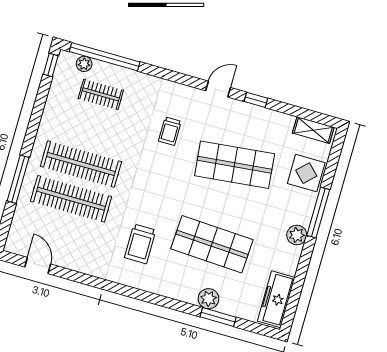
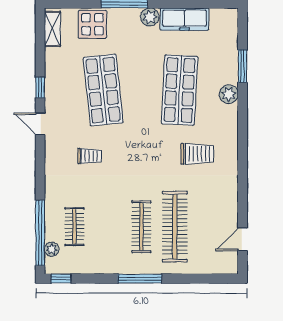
clothes rail: (81, 164) -> (141, 227), width x0.73, depth x0.76
window: (18, 179) -> (140, 279), moved
plant: (208, 299) -> (229, 94), moved
freezer: (276, 299) -> (185, 19), moved

